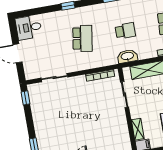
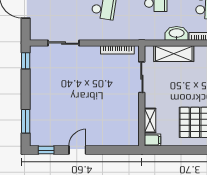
washbasin: (127, 56) -> (177, 33), moved

